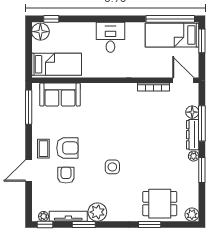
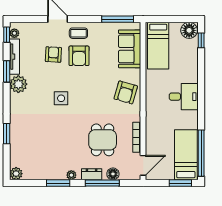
armchair: (106, 99) -> (126, 92), added
dresser: (193, 135) -> (92, 174), width x0.70
armchair: (66, 175) -> (53, 54), turned -87
dining table: (160, 204) -> (103, 140), moved

